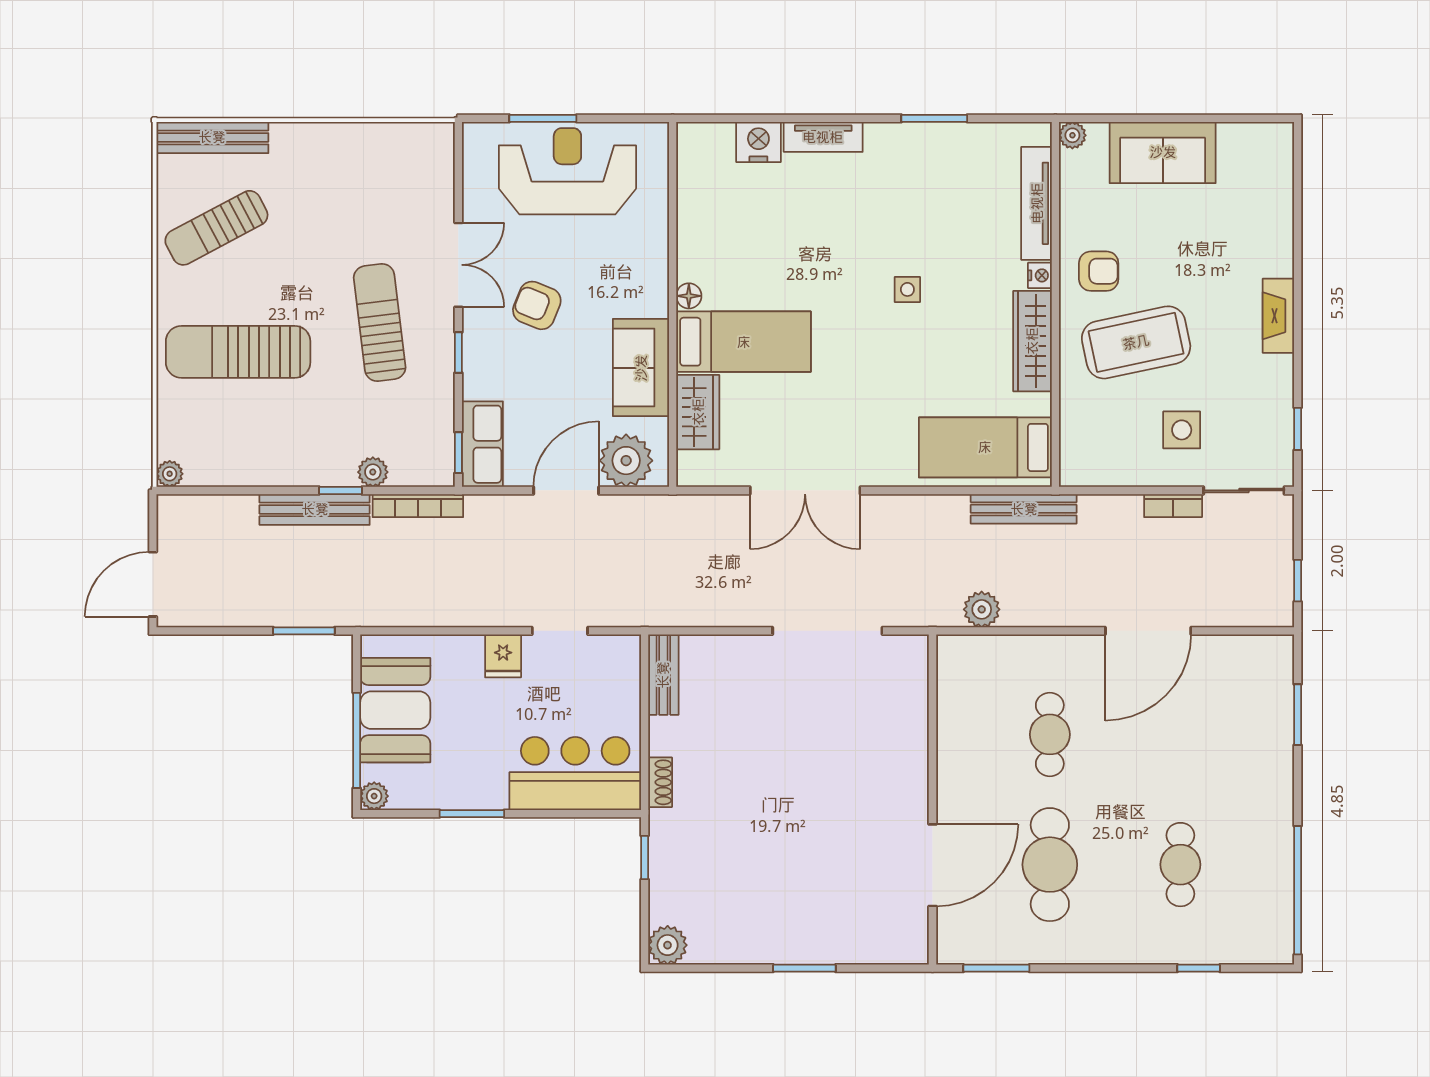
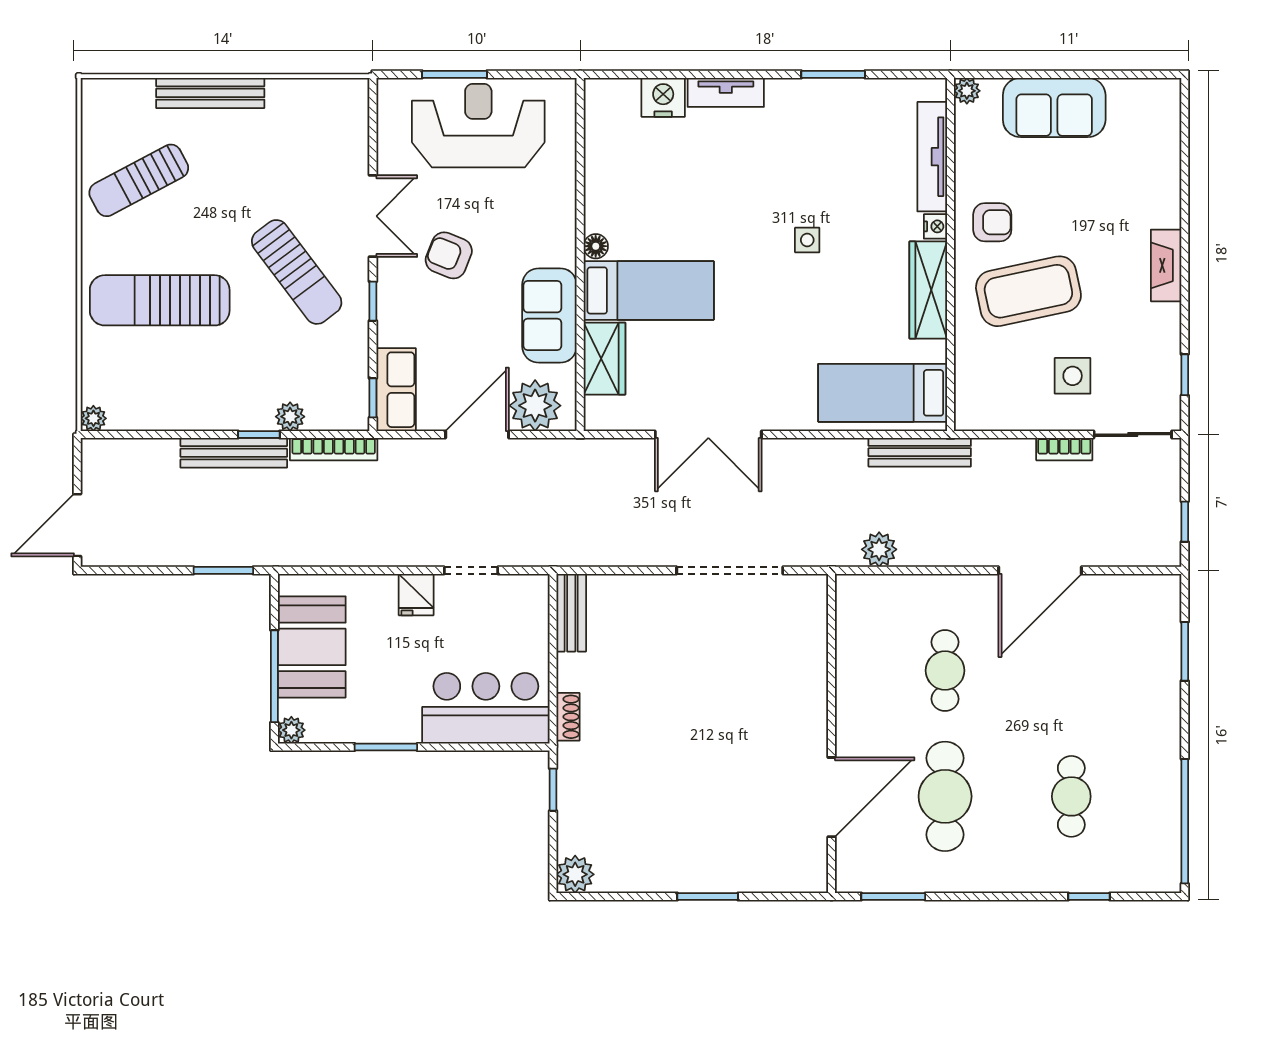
bench: (212, 137) -> (210, 93), moved
sun lounger: (380, 323) -> (297, 272), turned 150

